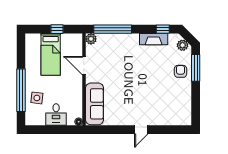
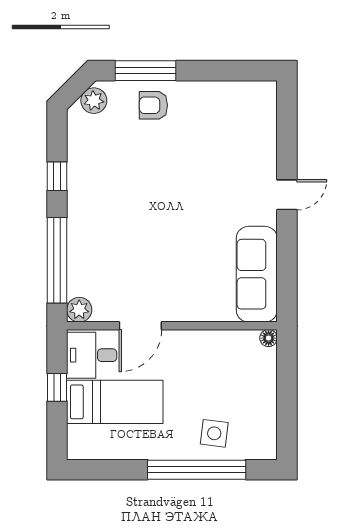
window: (163, 29) -> (57, 176), moved
fireplace: (154, 39) -> (80, 167), removed
sofa: (95, 104) -> (257, 274), moved, turned -90
desk: (56, 115) -> (92, 355), moved, turned 180
door: (141, 130) -> (287, 195), hinge flipped

